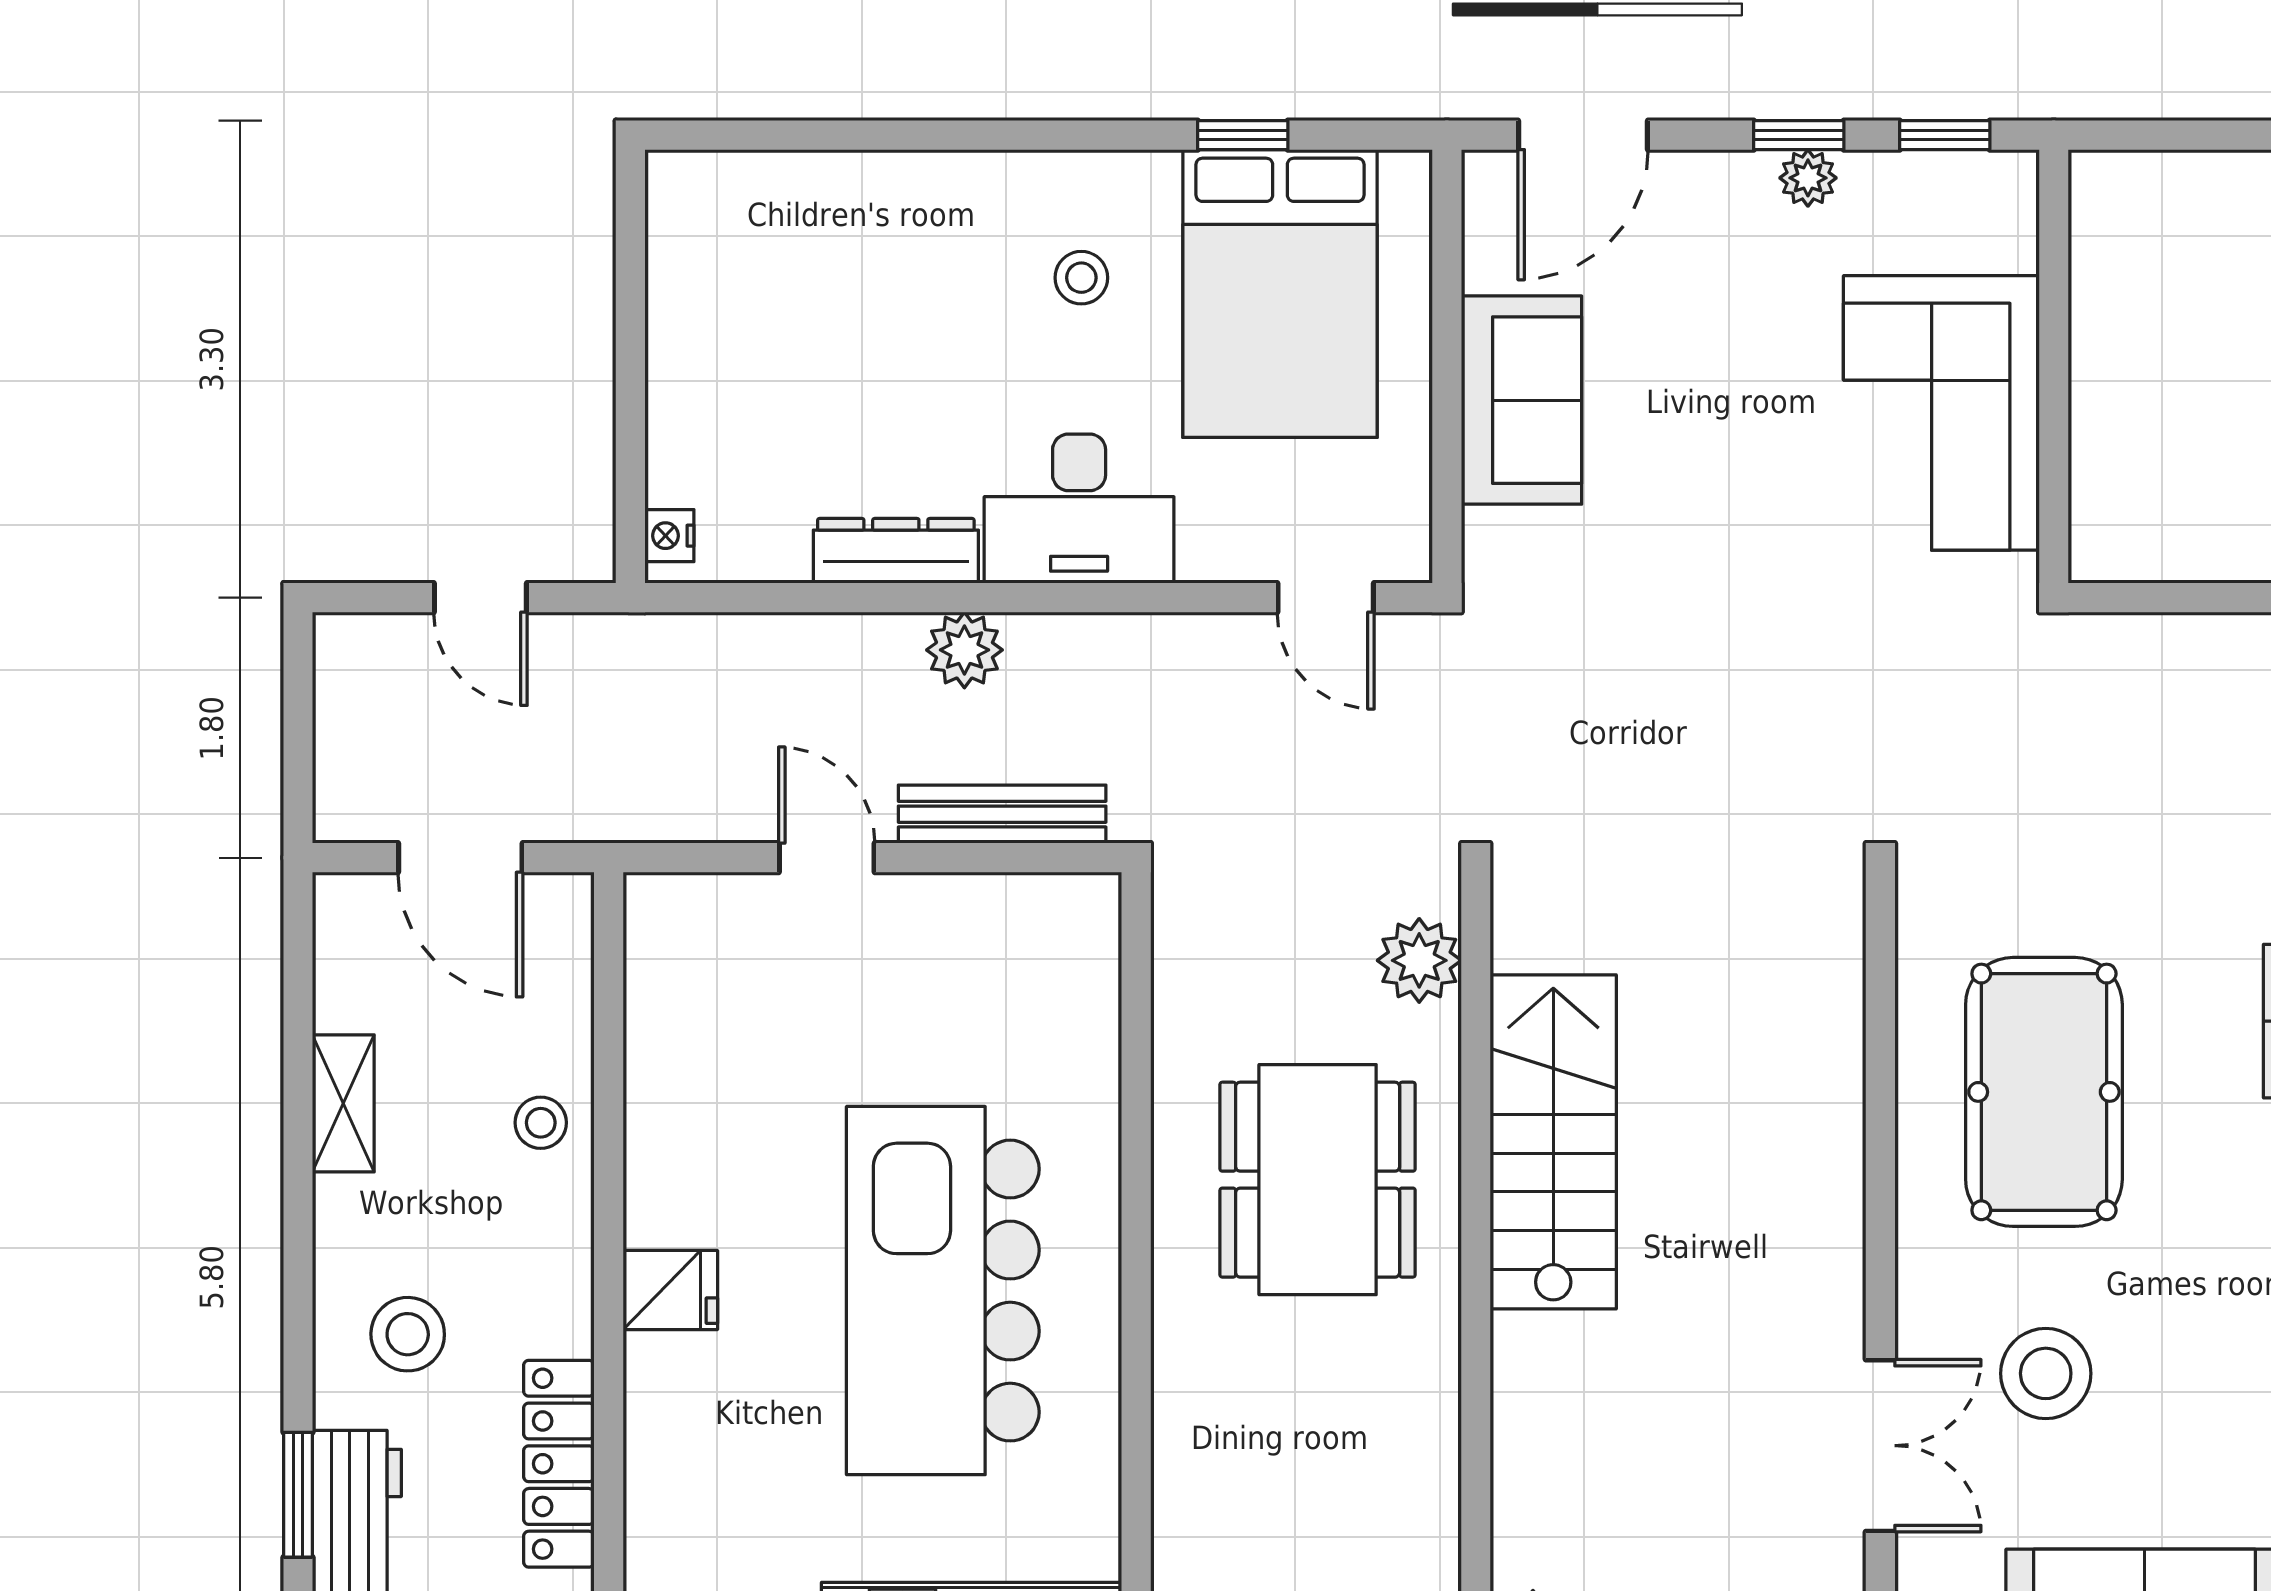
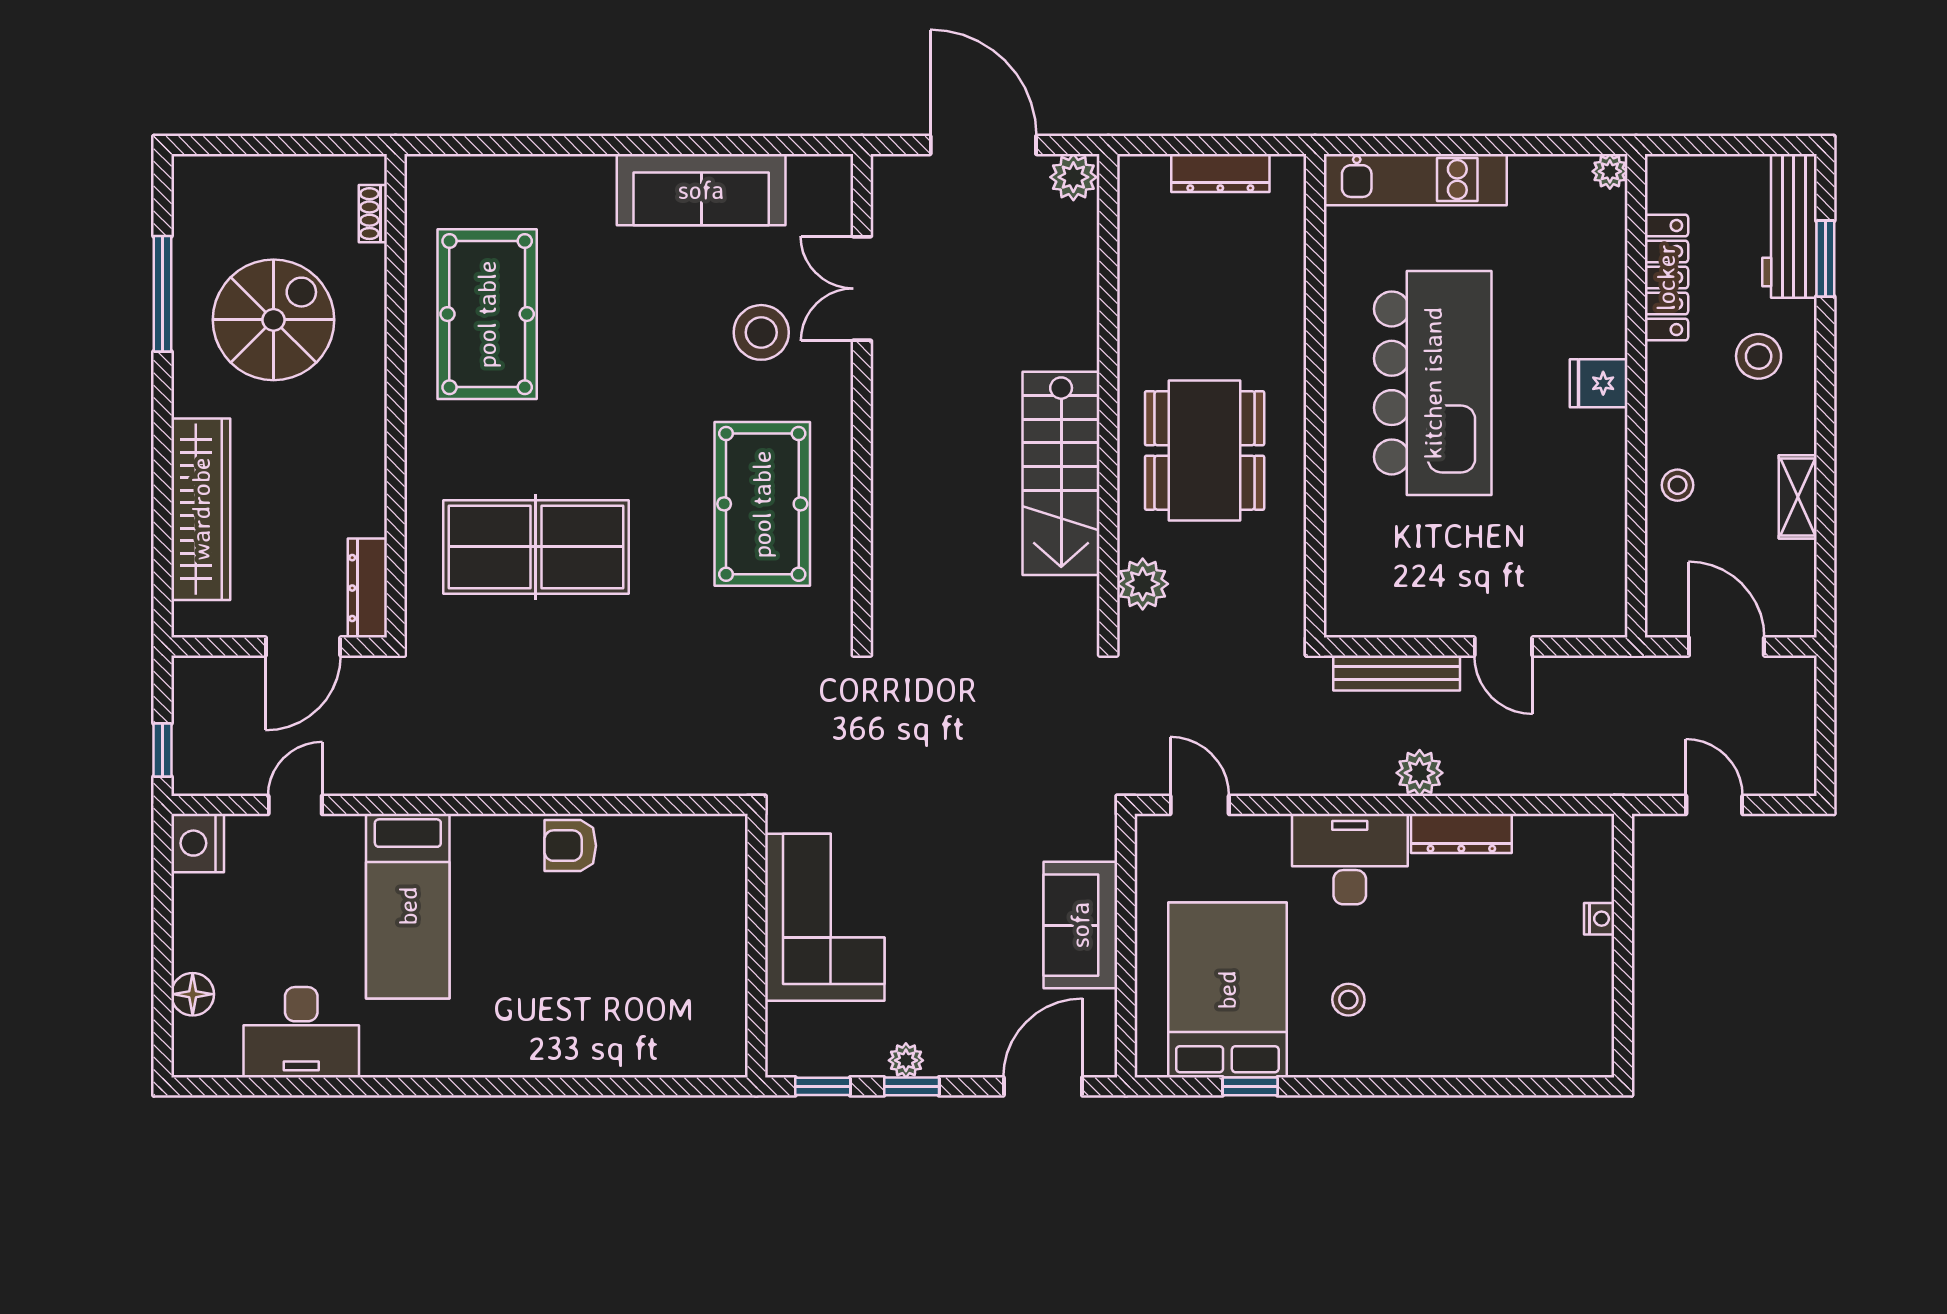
nightstand: (669, 536) -> (1599, 919), moved

